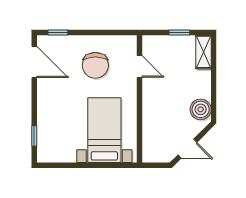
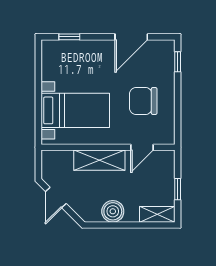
door: (34, 62) -> (131, 37), moved
shelving: (152, 107) -> (99, 160), added
boiler: (201, 109) -> (113, 211), moved

